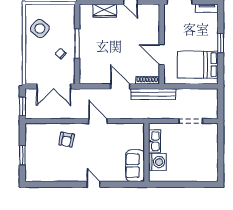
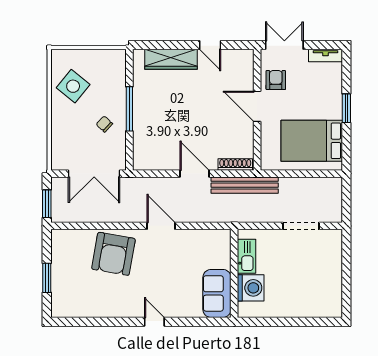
wardrobe: (105, 11) -> (171, 59), width x1.50
armchair: (174, 24) -> (276, 80), added
door: (162, 55) -> (257, 106), moved
armchair: (67, 139) -> (113, 254), width x1.88, depth x1.88

